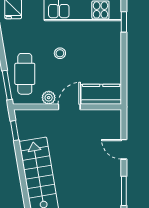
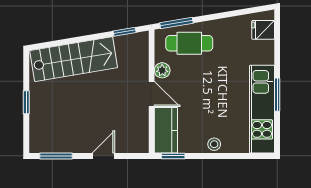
window: (124, 22) -> (173, 156), moved
stool: (60, 53) -> (214, 144), moved

